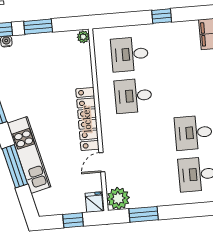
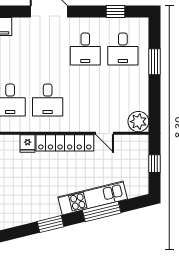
fridge: (94, 202) -> (28, 144), moved, turned -90
window: (144, 214) -> (155, 62), moved

